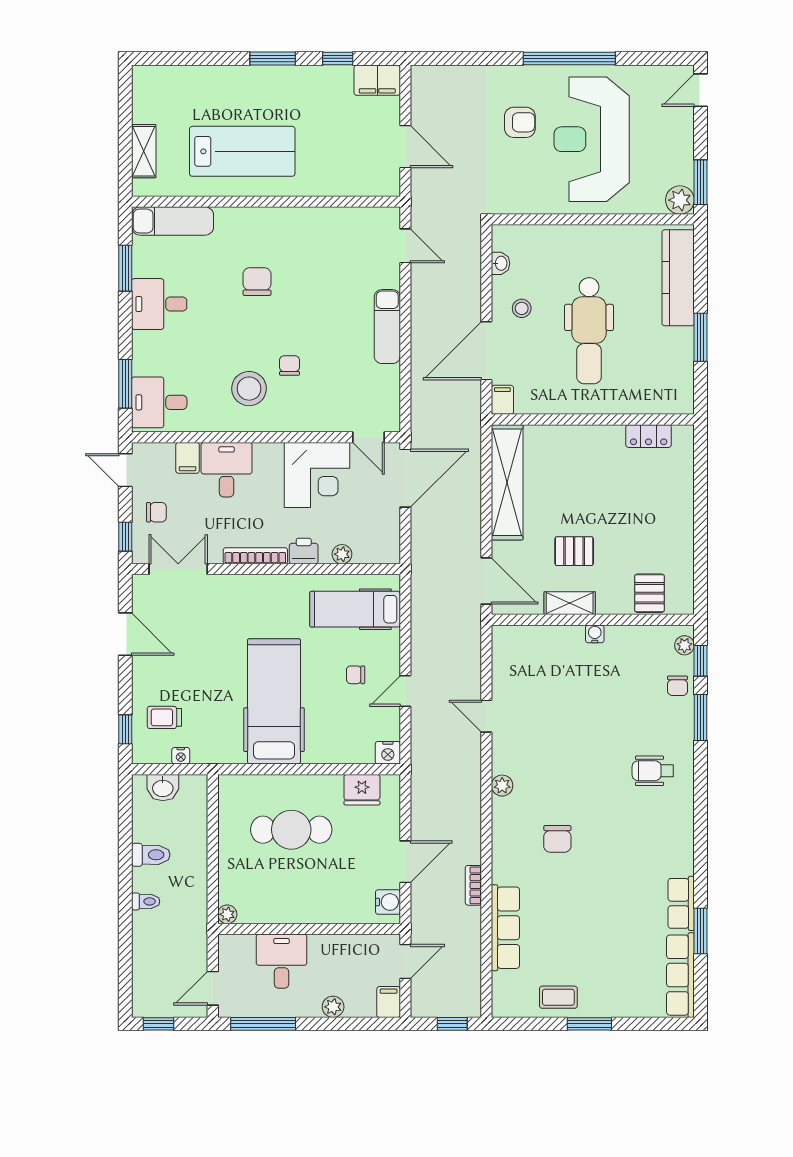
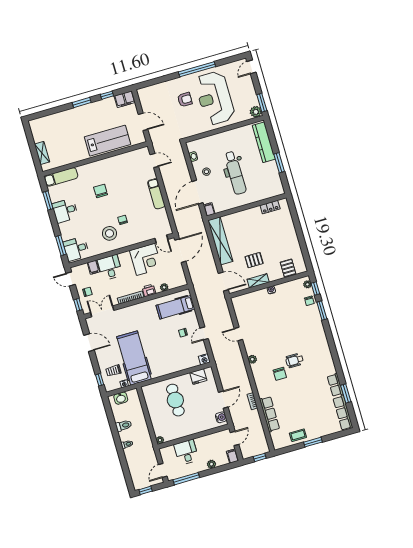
lab bench: (242, 151) -> (107, 141), moved
hospital bed: (274, 701) -> (134, 358), moved
wheelchair: (653, 771) -> (295, 360), moved
cafe table: (291, 830) -> (175, 400), turned 90

